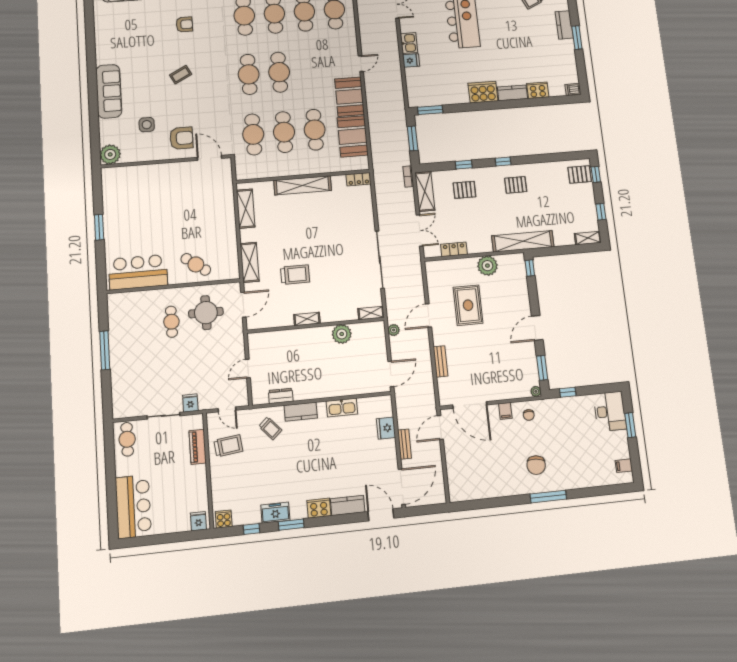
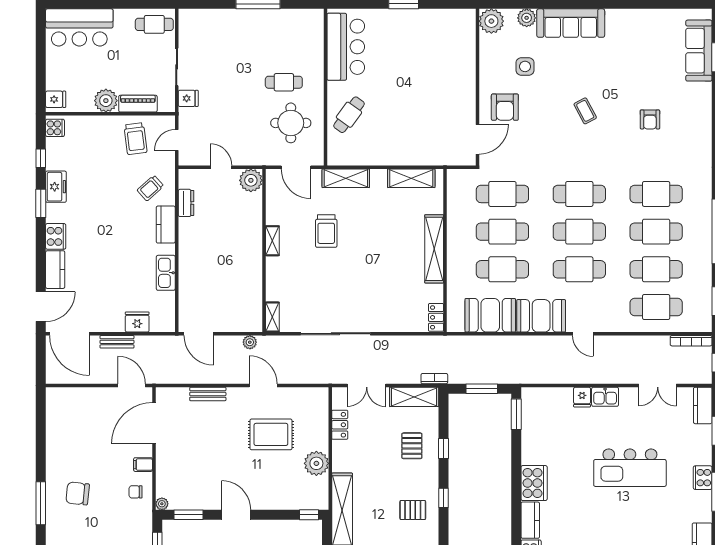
cafe table: (310, 70) -> (579, 269), added
plant: (106, 126) -> (527, 18), added
pallet: (516, 185) -> (413, 510), turned 90
plant: (342, 334) -> (251, 180), moved
plant: (197, 476) -> (106, 101), added

